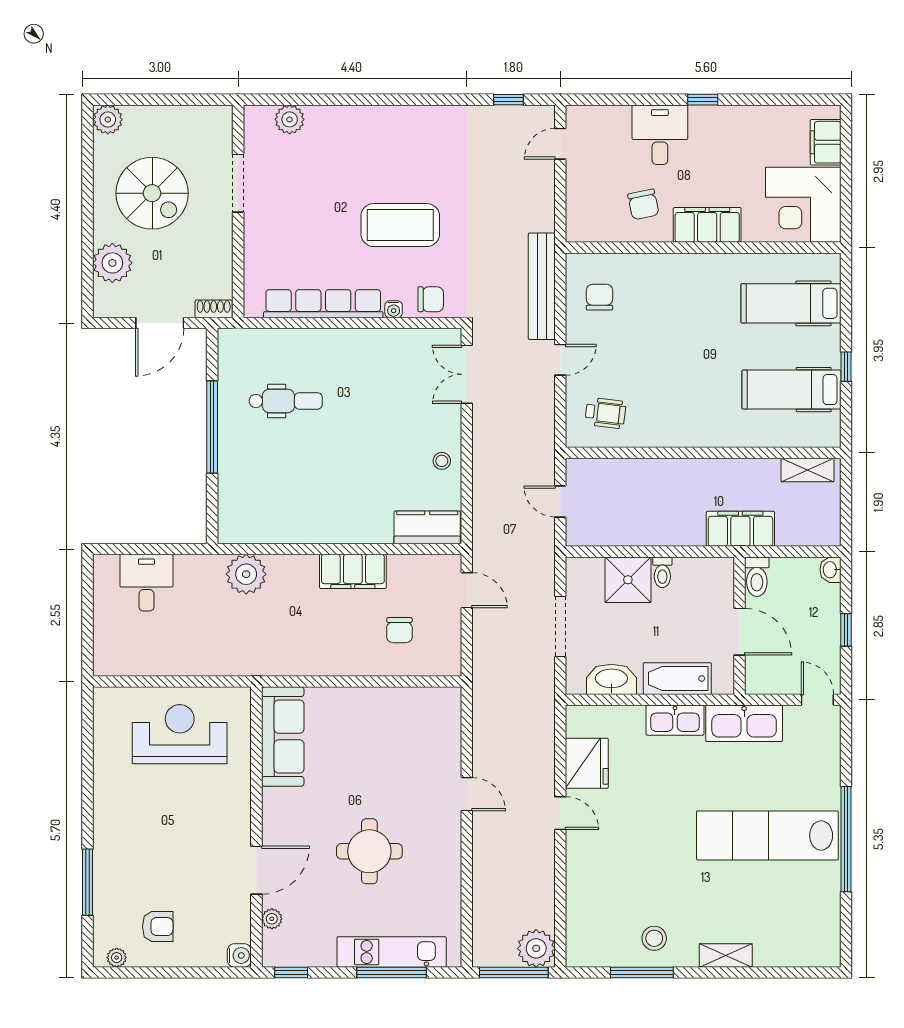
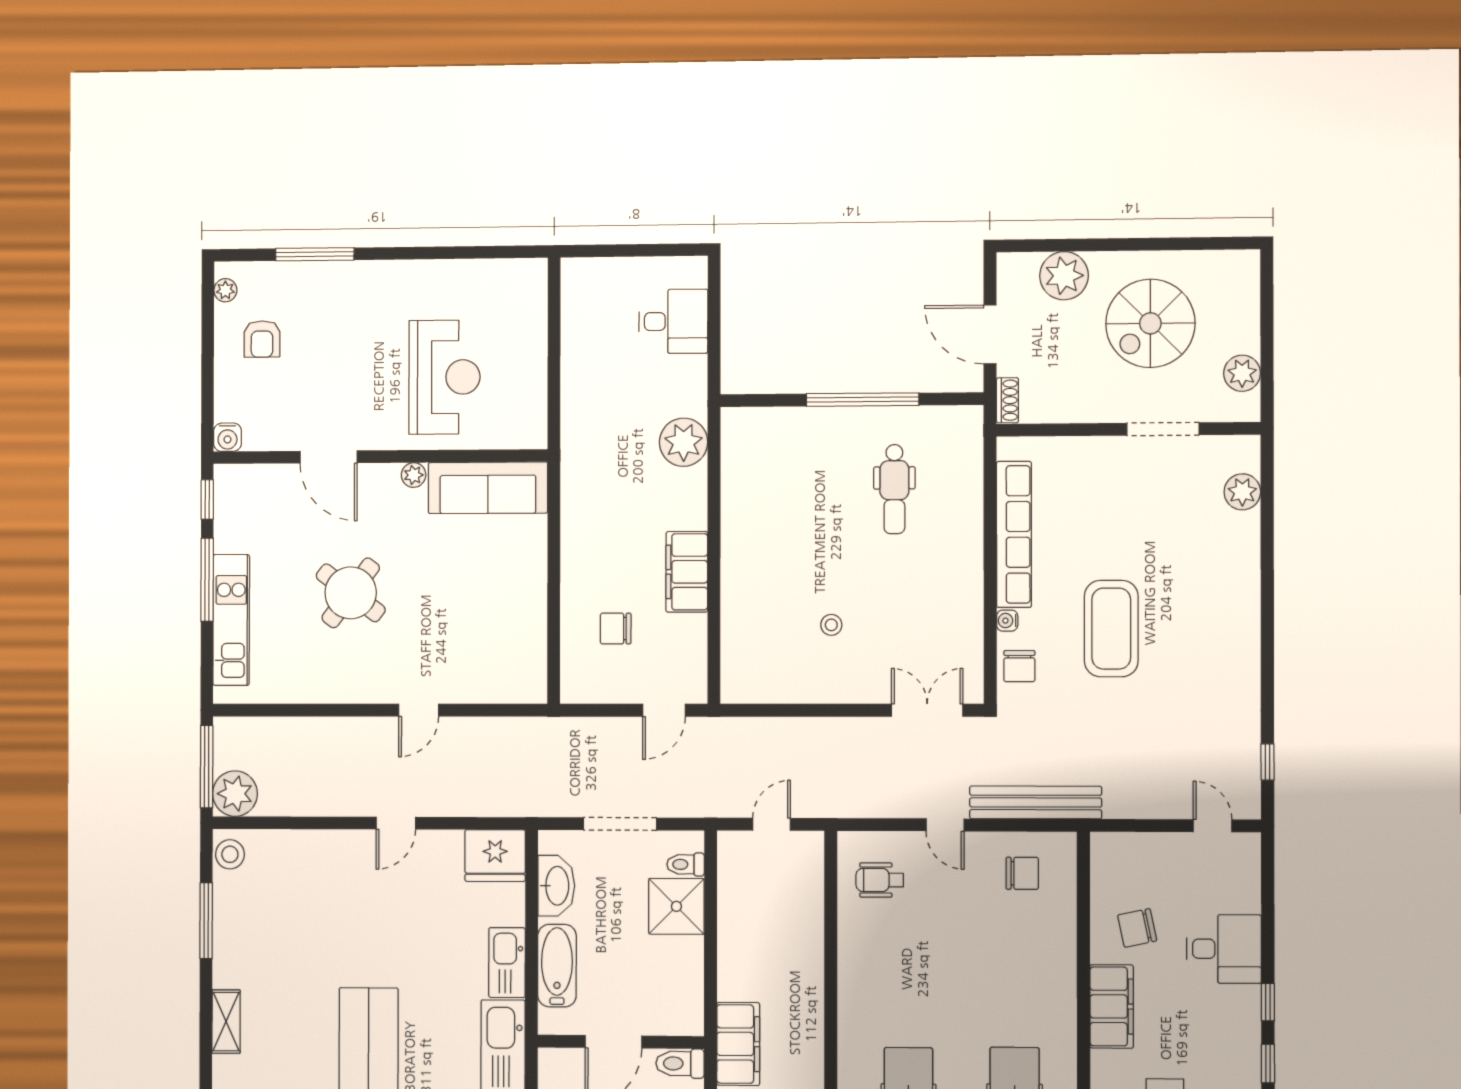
window: (752, 100) -> (1268, 1064), added
plant: (108, 120) -> (1242, 373), moved
wheelchair: (605, 413) -> (880, 880), turned 83
stool: (442, 461) -> (831, 625), moved
kitchen counter: (427, 527) -> (740, 662), removed
toilet: (662, 572) -> (686, 864), moved
reception desk: (180, 734) -> (444, 377), moved
fridge: (587, 763) -> (495, 856), moved
round table: (369, 851) -> (351, 593), turned 37
plant: (272, 919) -> (414, 475), moved
stool: (654, 938) -> (230, 854), moved
window: (392, 972) -> (207, 580), moved

